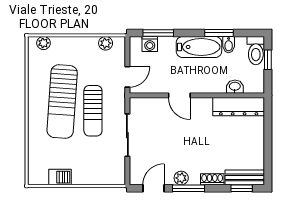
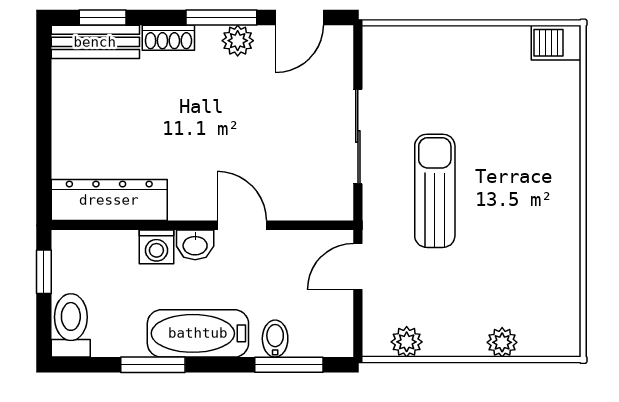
plant: (44, 43) -> (502, 342), moved
washing machine: (150, 44) -> (156, 247), moved, turned 180
bidet: (229, 45) -> (275, 339), moved
window: (268, 60) -> (44, 272), moved
washbasin: (235, 87) -> (195, 245), moved
sun lounger: (62, 102) -> (504, 211), removed
barbecue: (60, 177) -> (556, 43), moved

